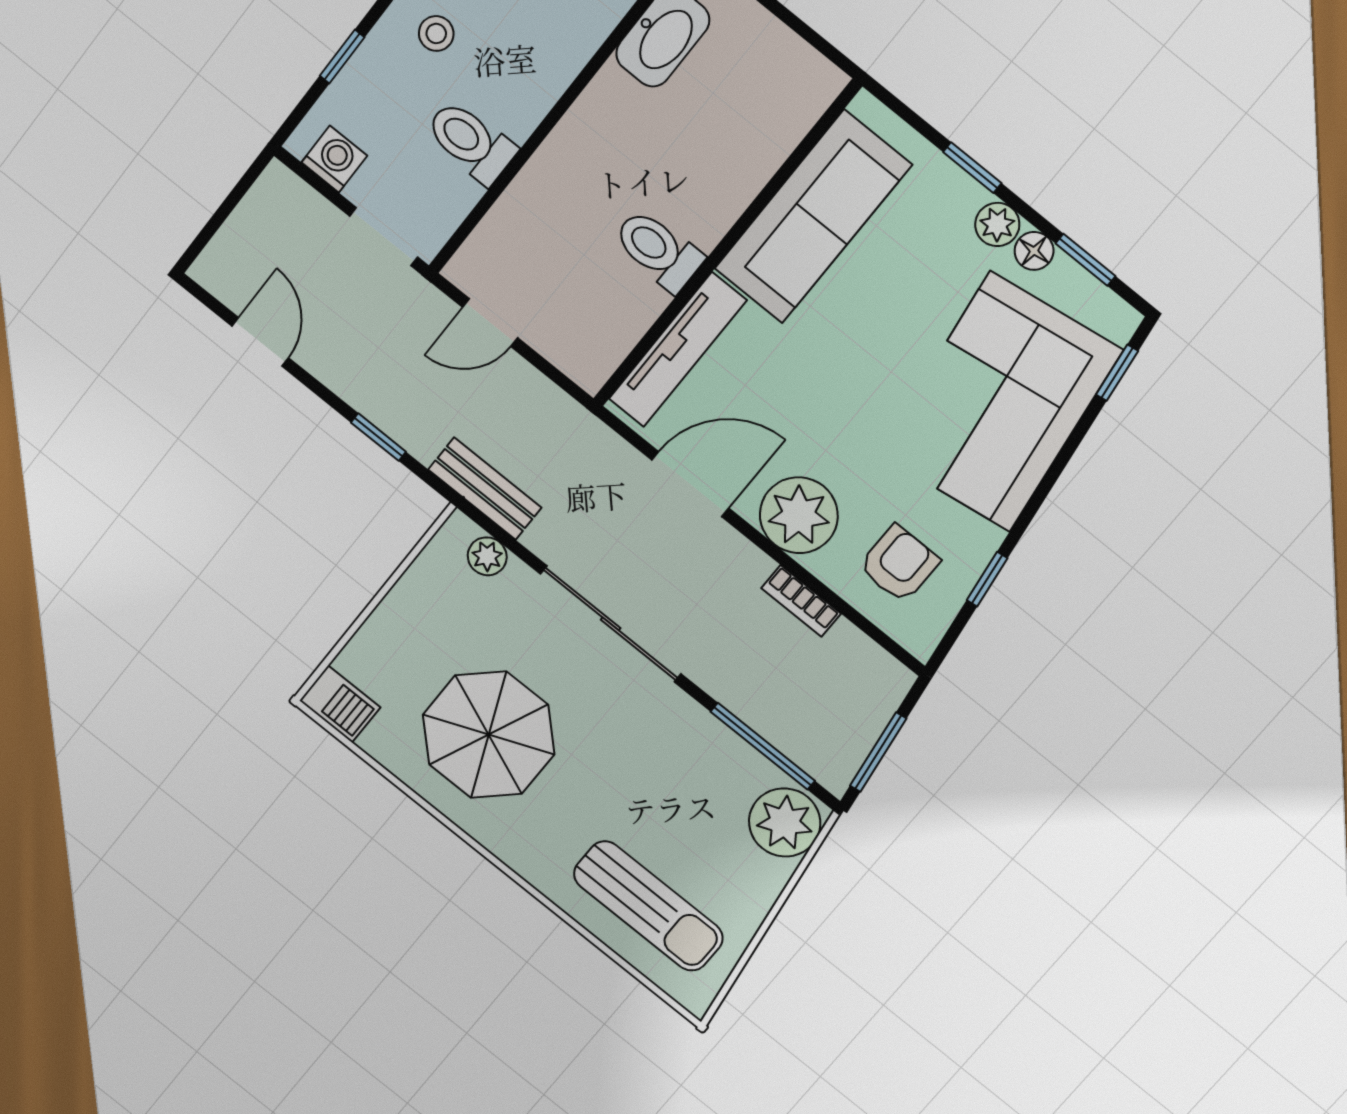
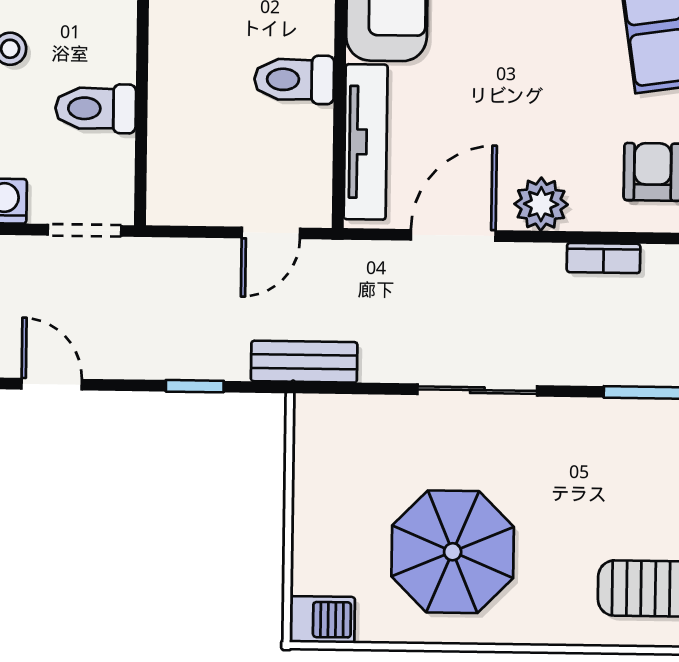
door: (490, 322) -> (271, 233), moved
plant: (799, 515) -> (541, 204), width x0.73, depth x0.73
plant: (487, 556) -> (346, 413), removed
sliding door: (611, 624) -> (477, 390), width x0.73

